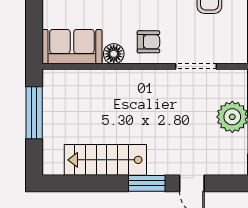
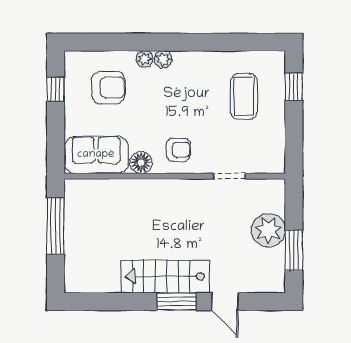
doorway: (196, 66) -> (229, 176), width x0.73
stairs: (105, 160) -> (165, 277), moved

